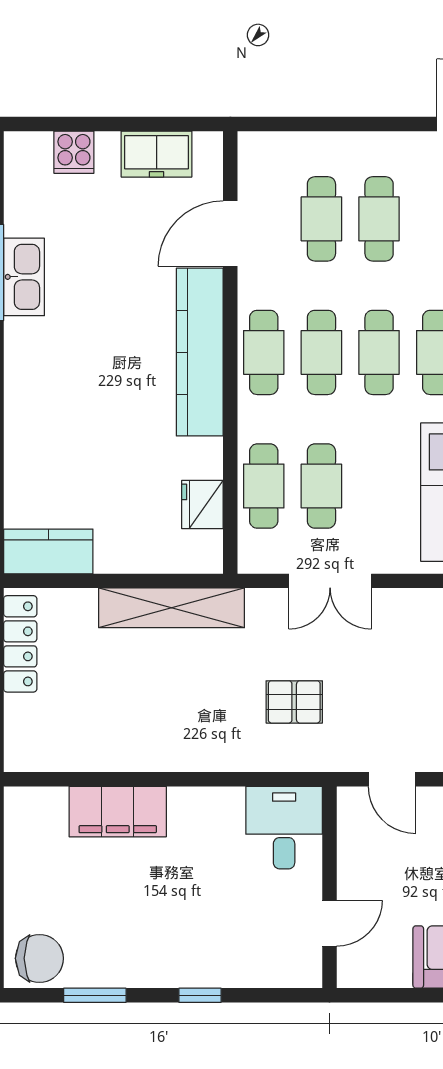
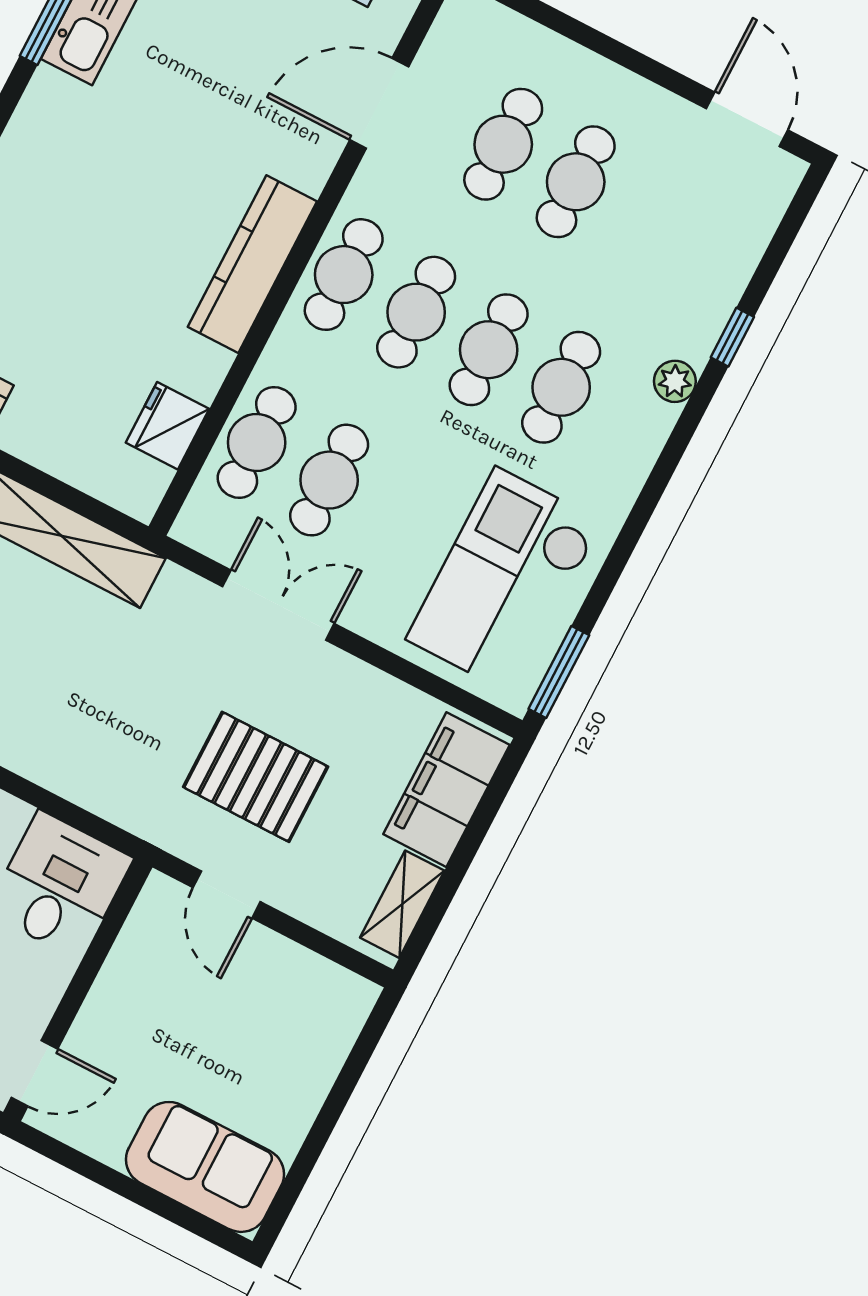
kitchen counter: (200, 352) -> (252, 264), width x0.72, depth x0.86
double door: (330, 581) -> (278, 605), swing flipped
pallet: (294, 702) -> (256, 777), moved, width x1.50, depth x1.42
door: (329, 923) -> (35, 1073), moved

